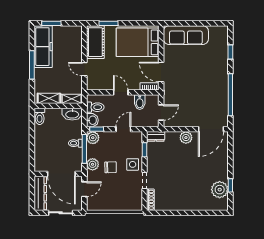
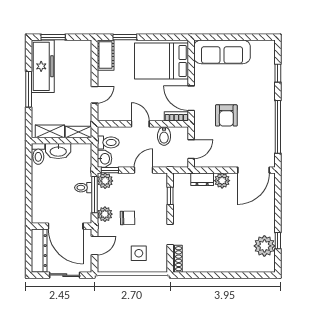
cot: (95, 42) -> (106, 55), width x0.73, depth x0.75
door: (84, 69) -> (94, 95), swing flipped
armchair: (189, 86) -> (226, 115), added
washbasin: (72, 114) -> (58, 151), moved
dresser: (156, 136) -> (202, 179), moved
side table: (133, 164) -> (139, 253), moved

